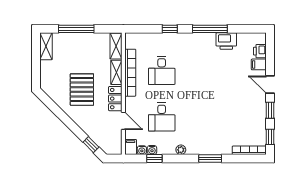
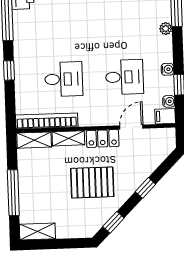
bookcase: (130, 73) -> (47, 121), moved
window: (51, 105) -> (113, 222), added
window: (91, 145) -> (145, 188), moved
water cooler: (152, 150) -> (167, 69), moved
plant: (181, 150) -> (166, 29), moved

